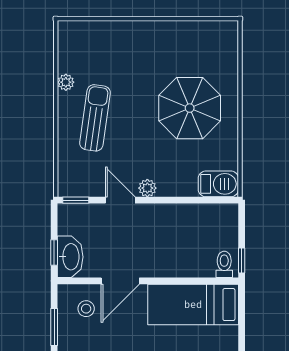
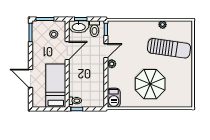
sun lounger: (95, 118) -> (169, 48), moved, width x1.36, depth x1.34
toilet: (74, 224) -> (94, 29), added
door: (120, 281) -> (67, 51), swing flipped

